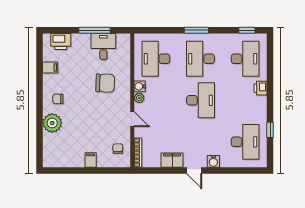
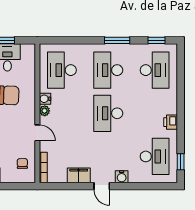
window: (196, 30) -> (117, 40), moved
printer: (260, 88) -> (171, 122), moved
desk: (200, 100) -> (108, 113), turned 180
window: (270, 130) -> (181, 162), moved

